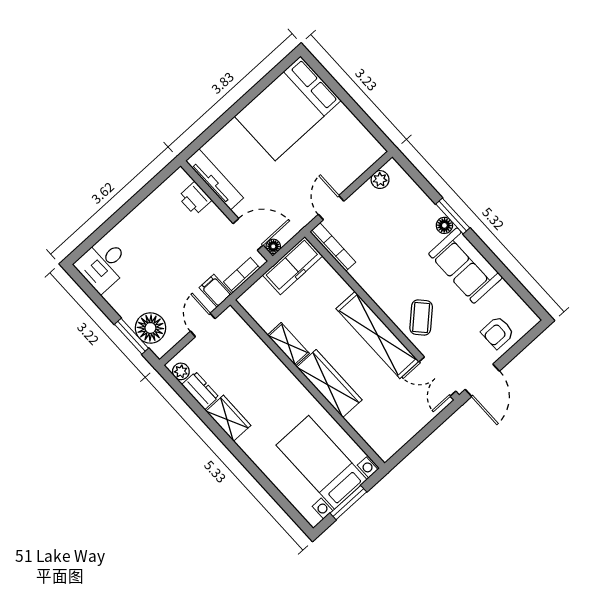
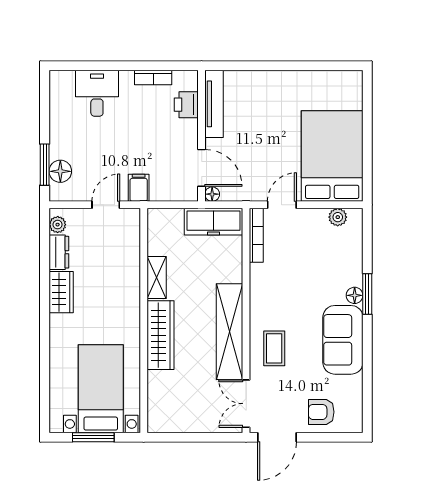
bed: (288, 108) -> (332, 156), moved, turned 90
desk: (103, 265) -> (97, 93), moved, turned 90
bookcase: (242, 275) -> (153, 78), moved, turned 180
coffee table: (421, 317) -> (274, 348), turned -47
floor lamp: (150, 328) -> (60, 171), width x0.73, depth x0.73

